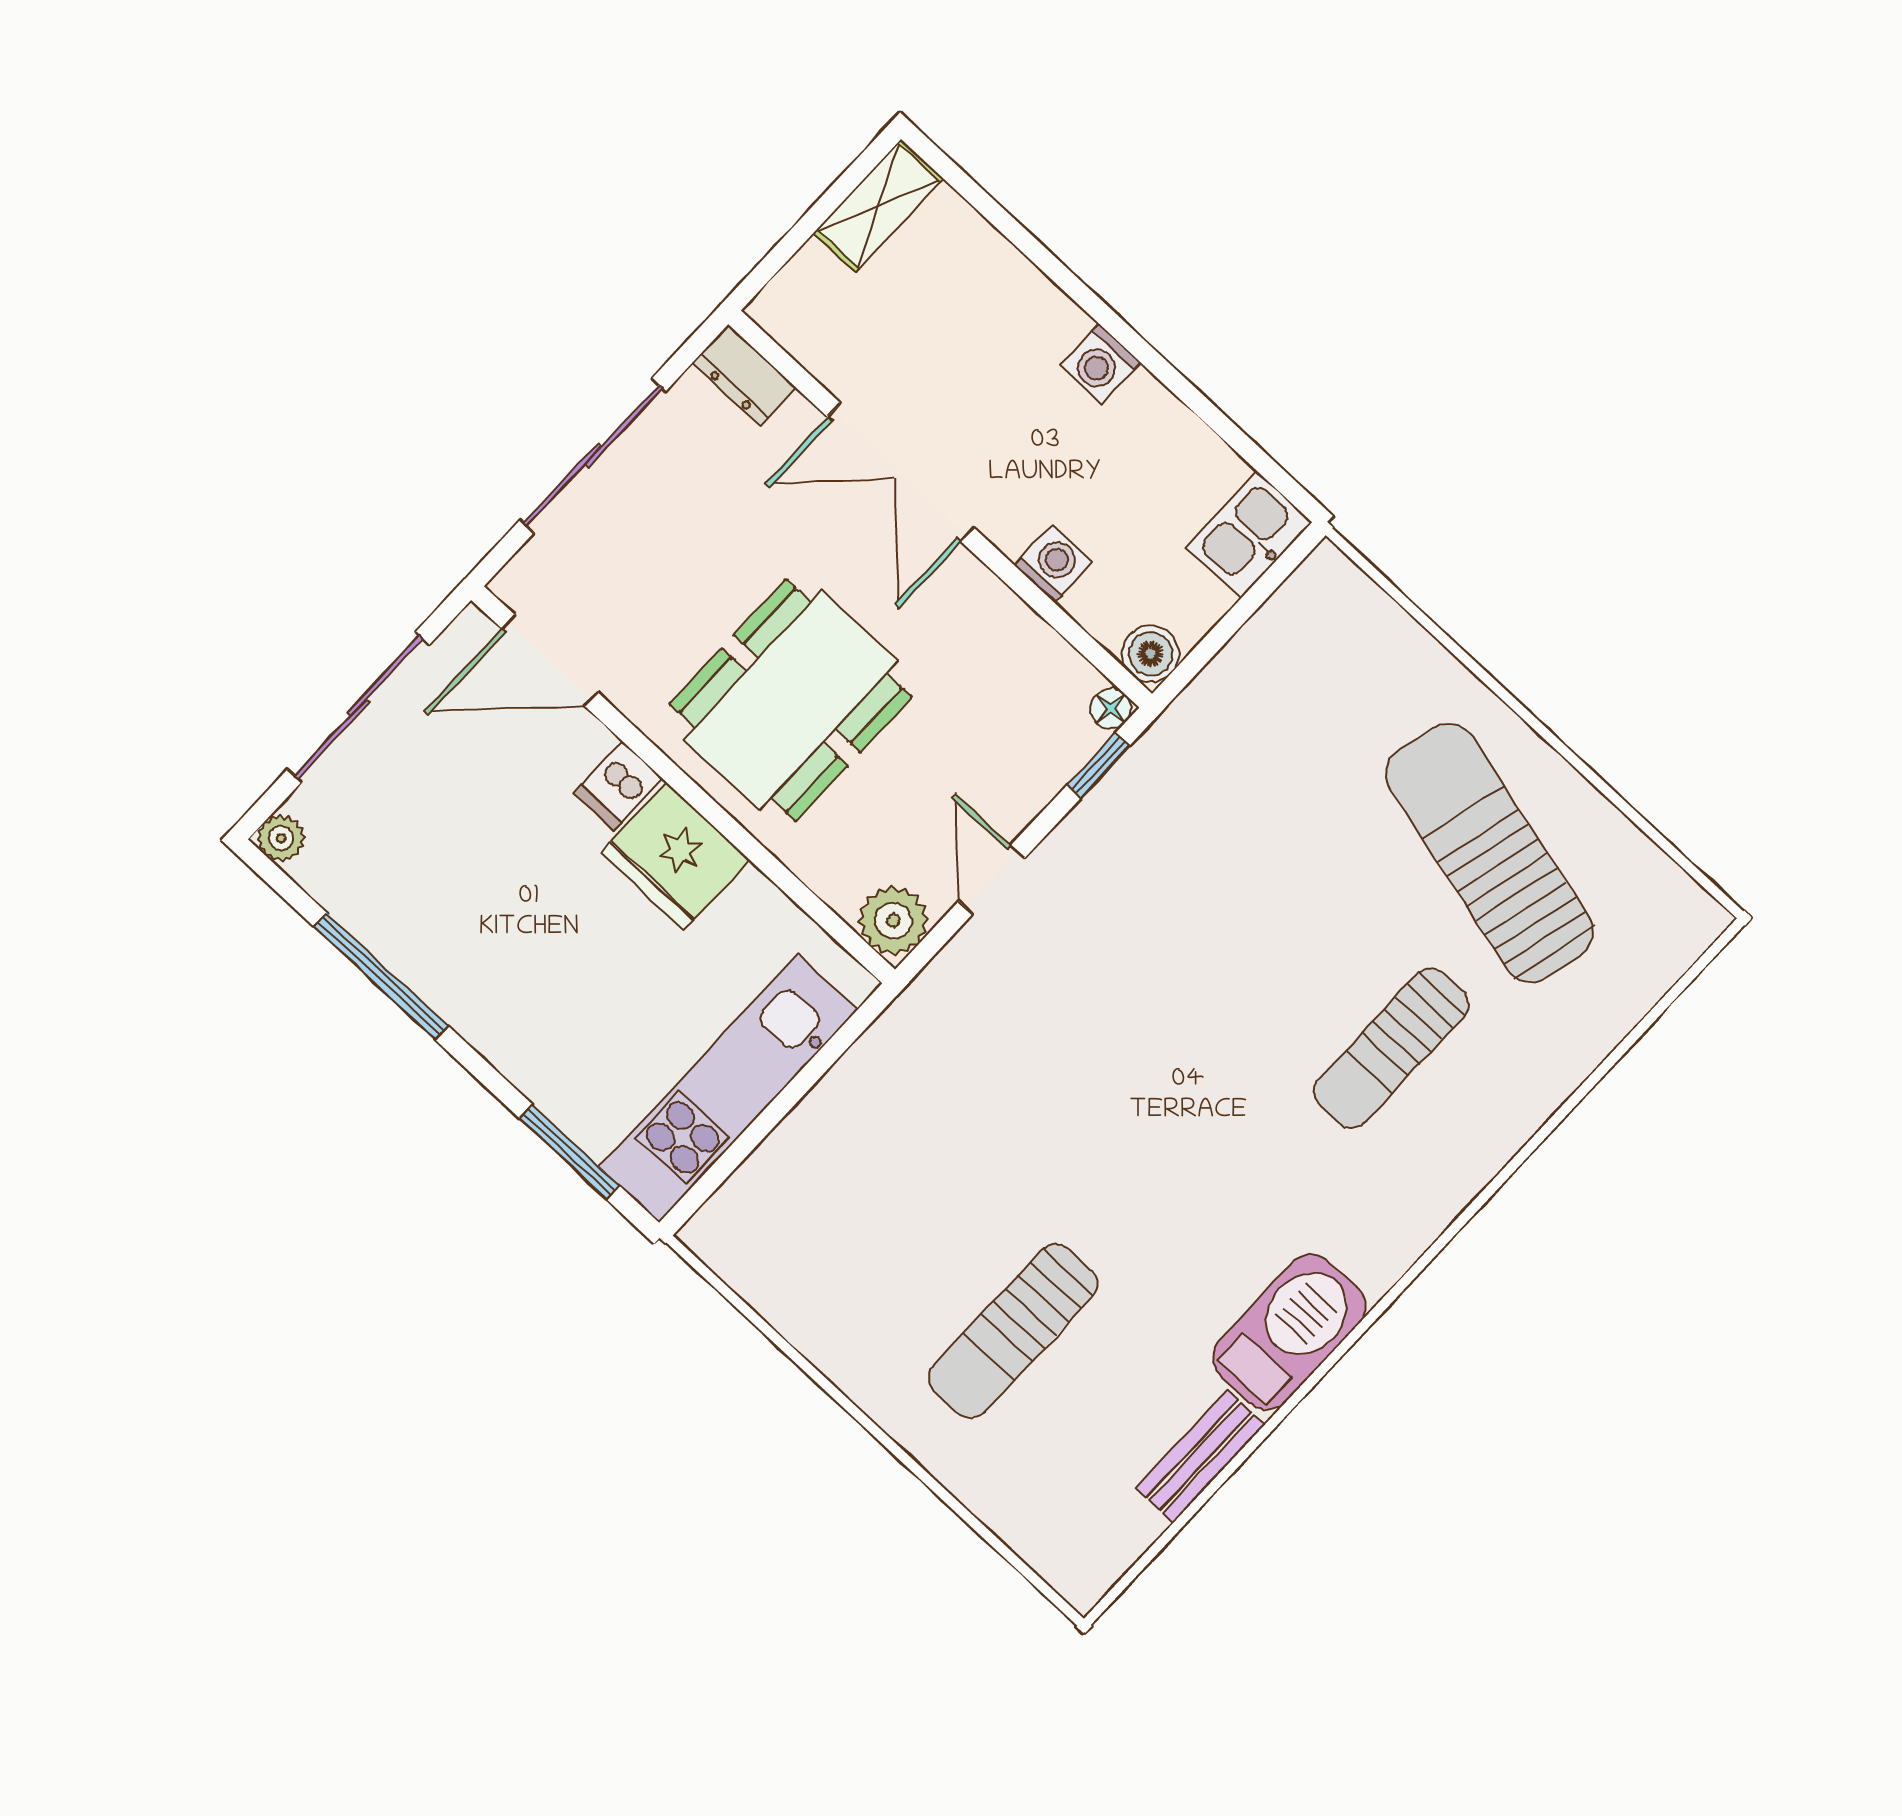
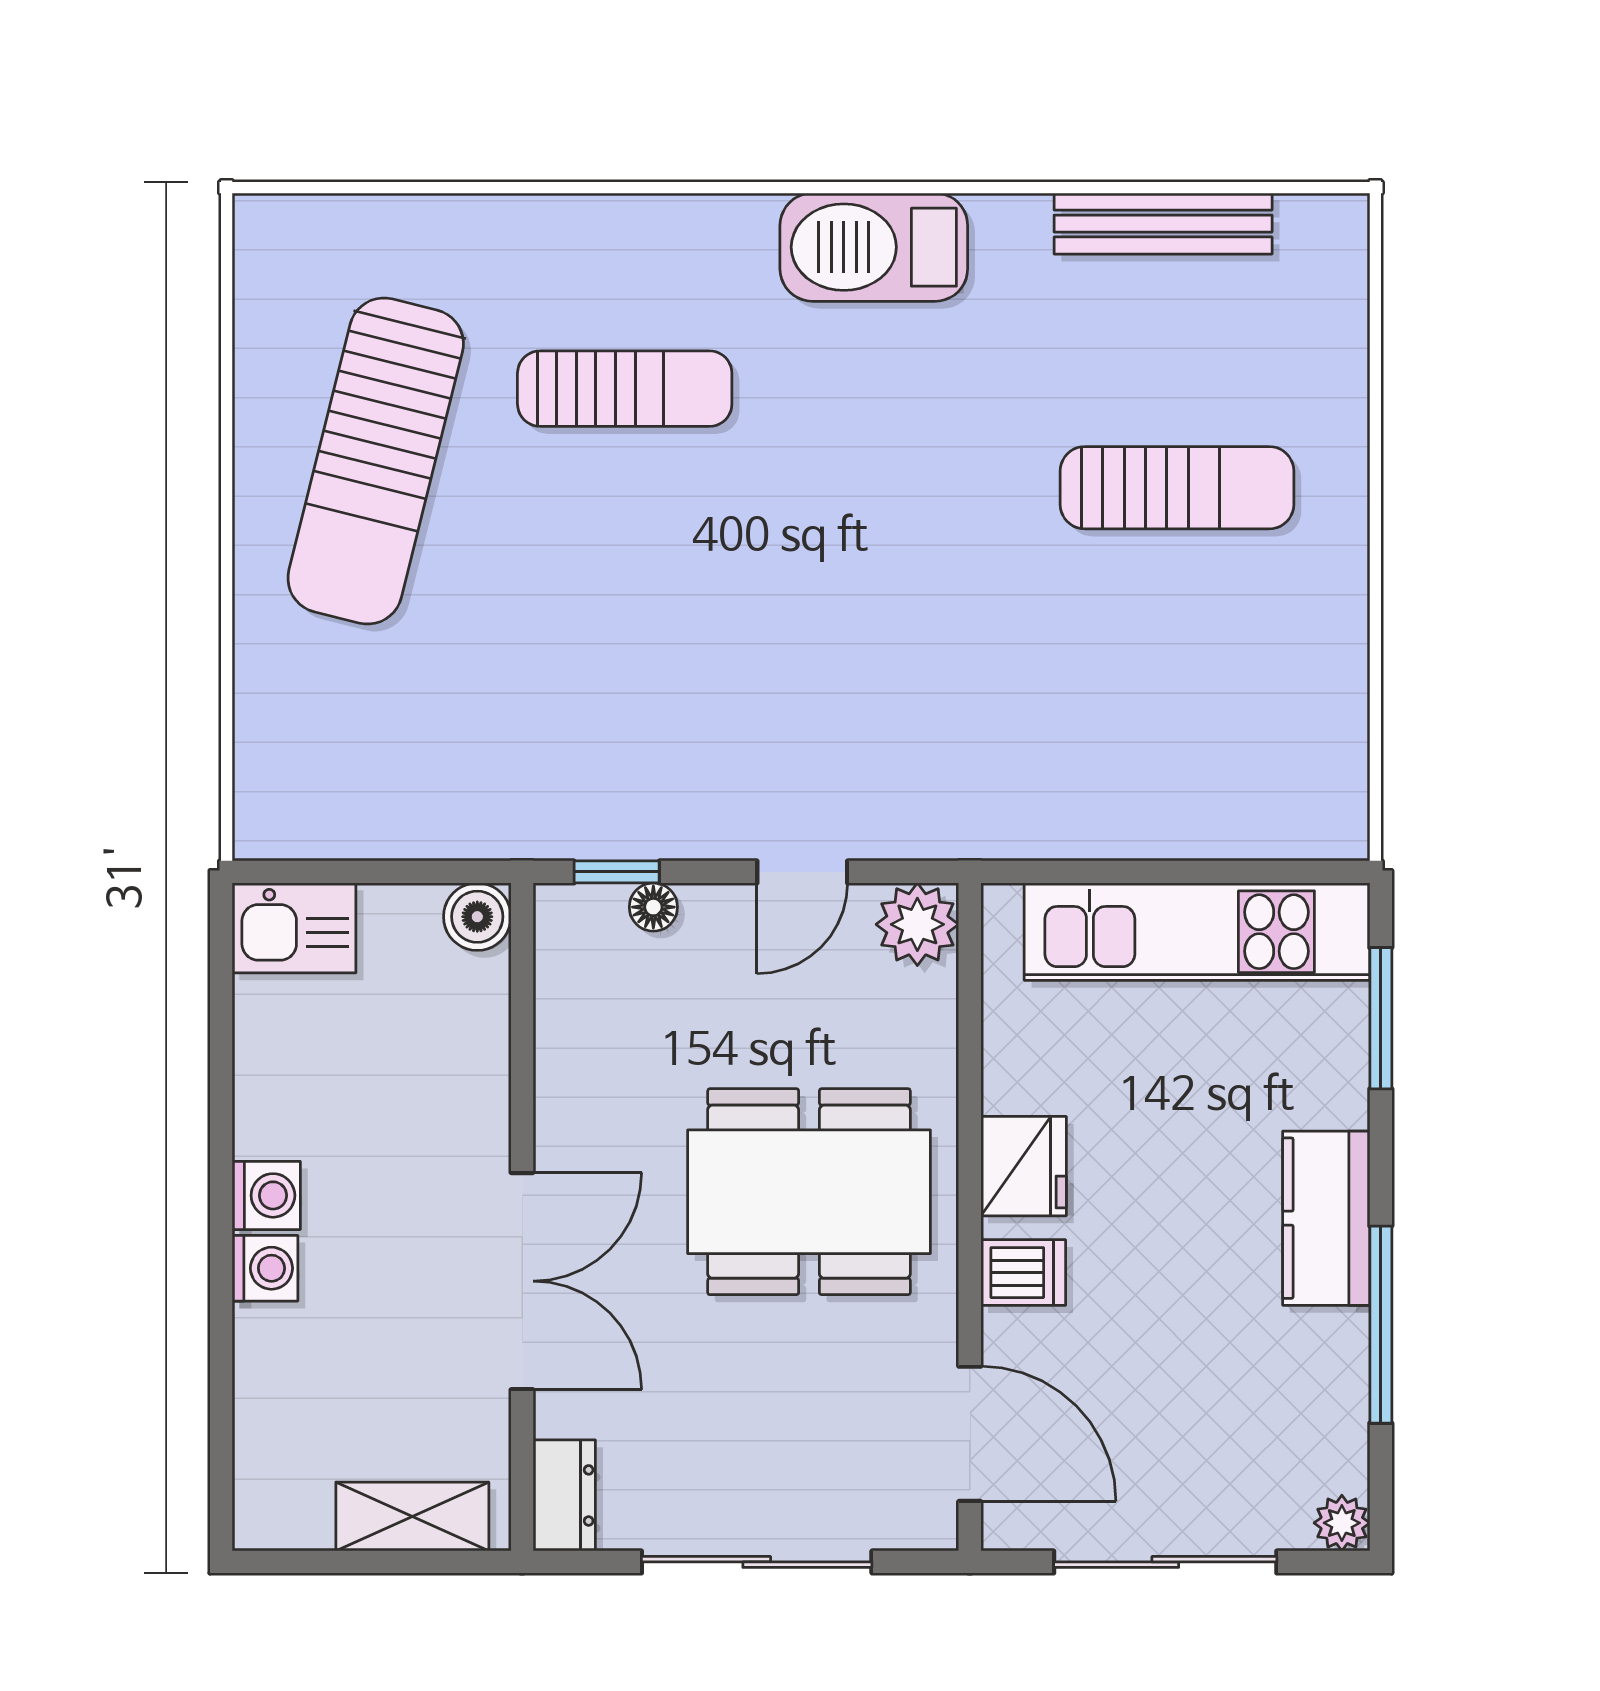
shelving: (878, 206) -> (412, 1516), moved
washing machine: (1053, 564) -> (265, 1268), moved, turned 180
floor lamp: (1111, 709) -> (653, 907), moved
fridge: (675, 856) -> (1024, 1166), width x0.73, depth x0.75
kitchen counter: (478, 1004) -> (1326, 1218), added
barbecue: (1289, 1332) -> (874, 247), moved
bench: (1200, 1456) -> (1163, 224), width x1.36

